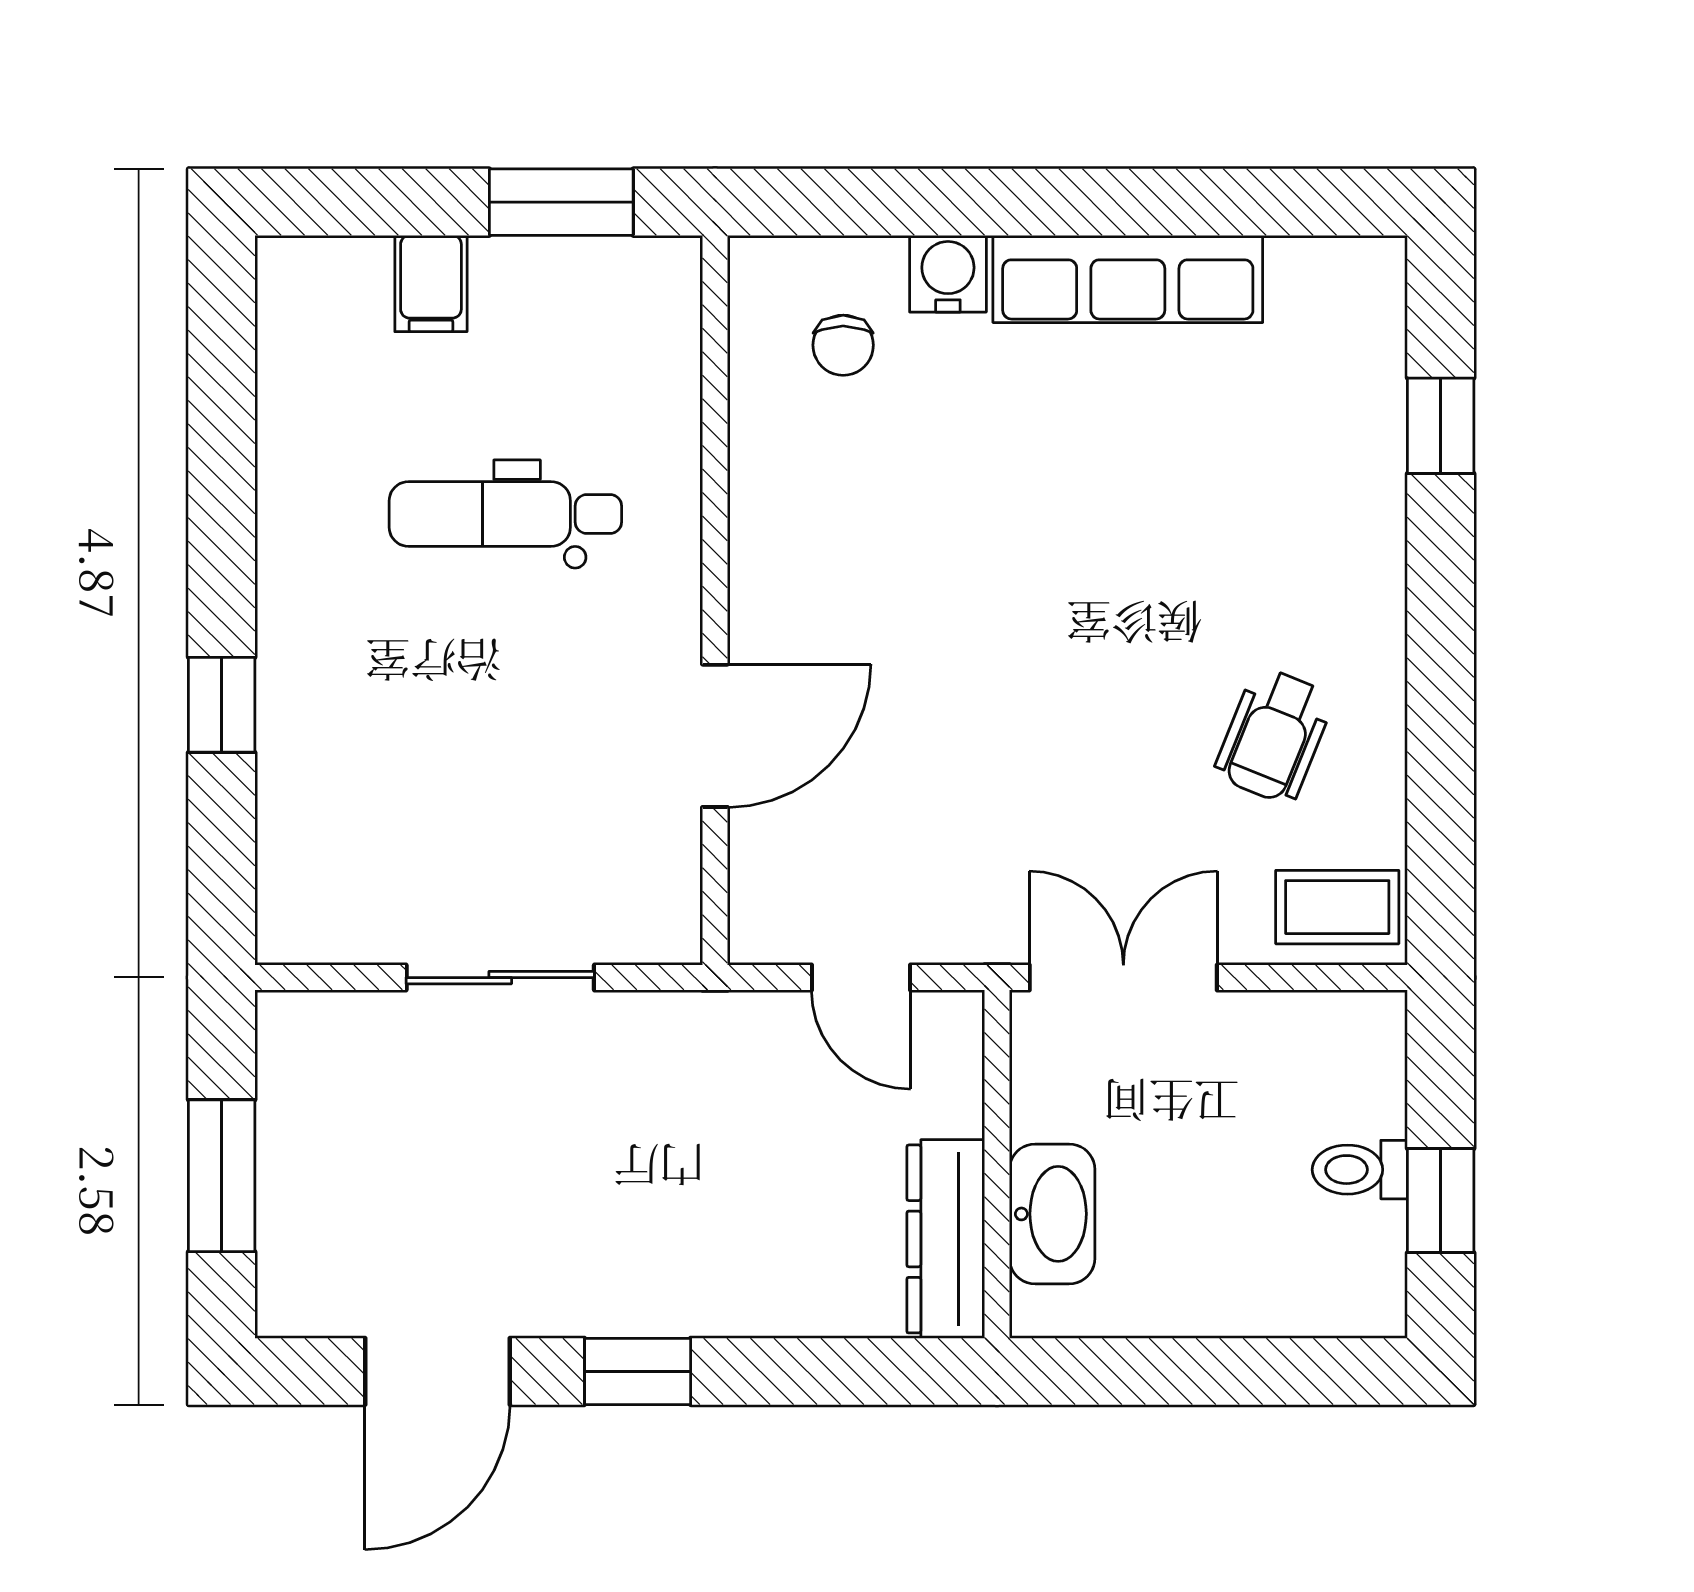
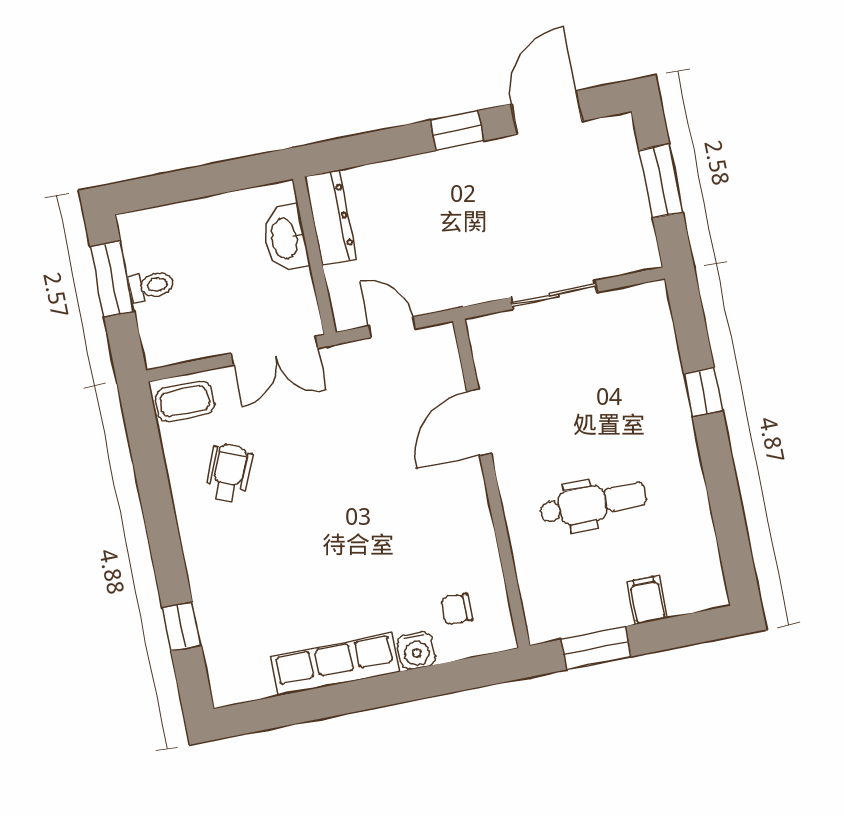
chair: (843, 345) -> (457, 609), turned -90
window: (1441, 1201) -> (112, 279), width x1.50

